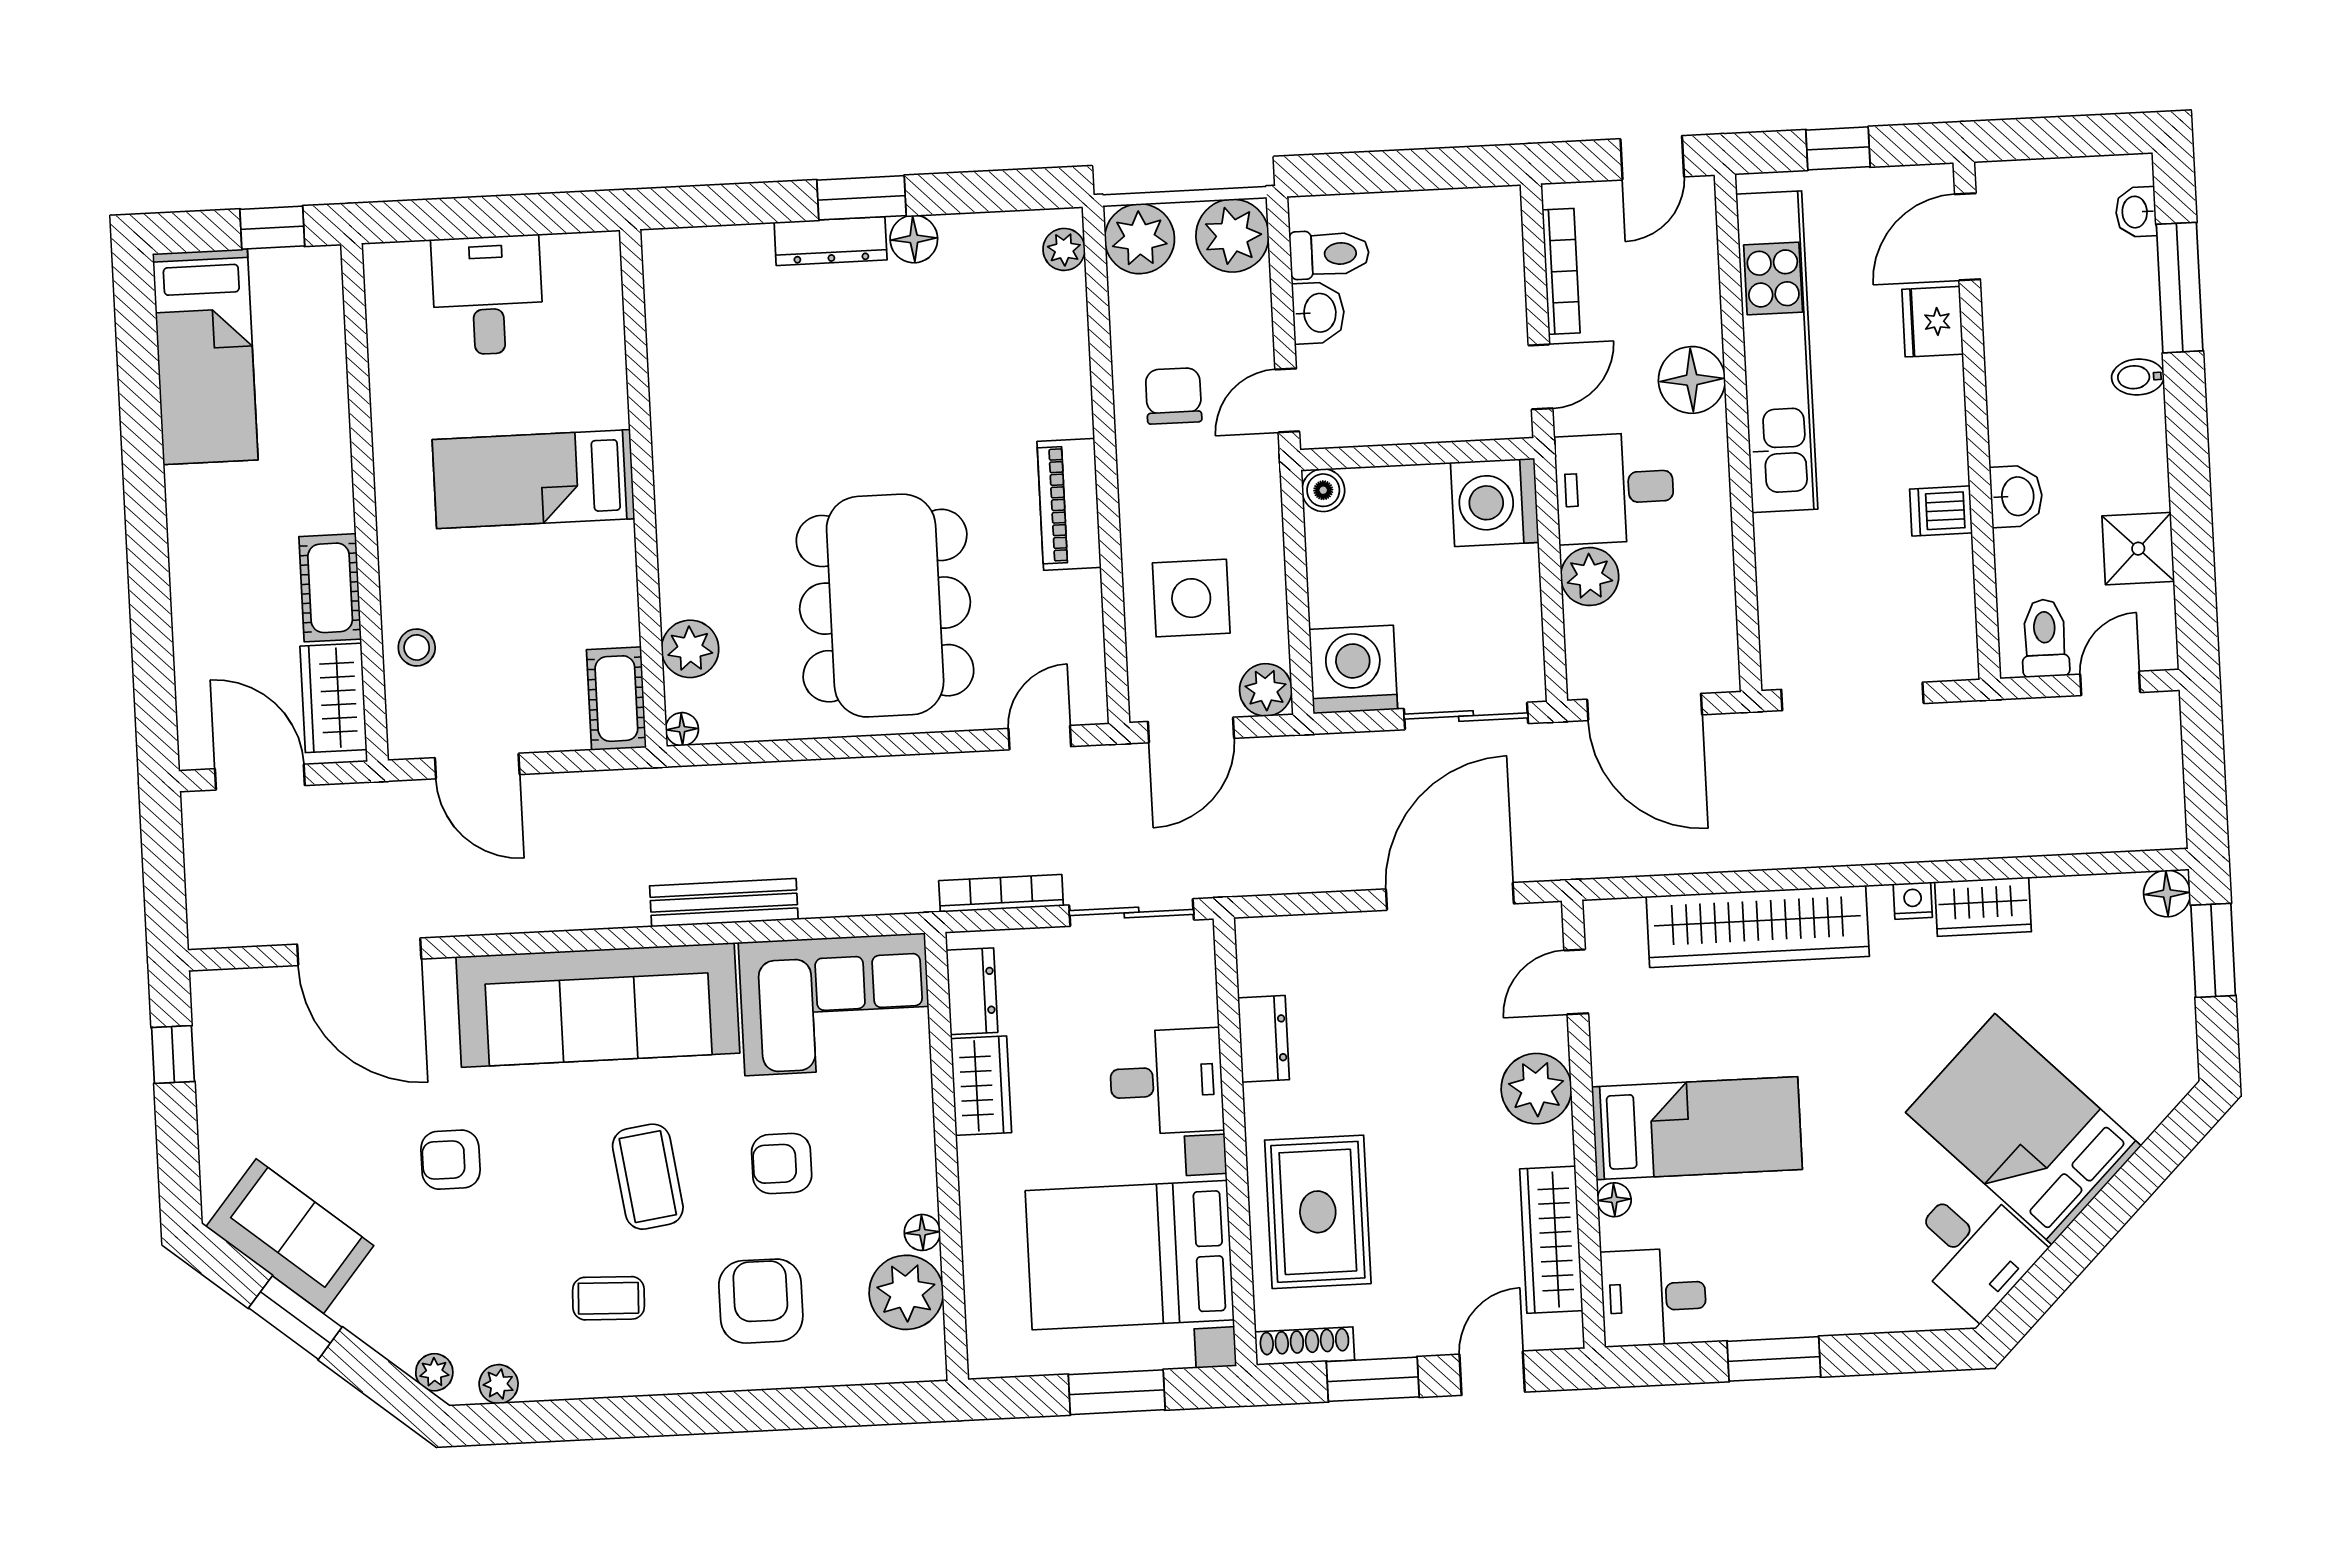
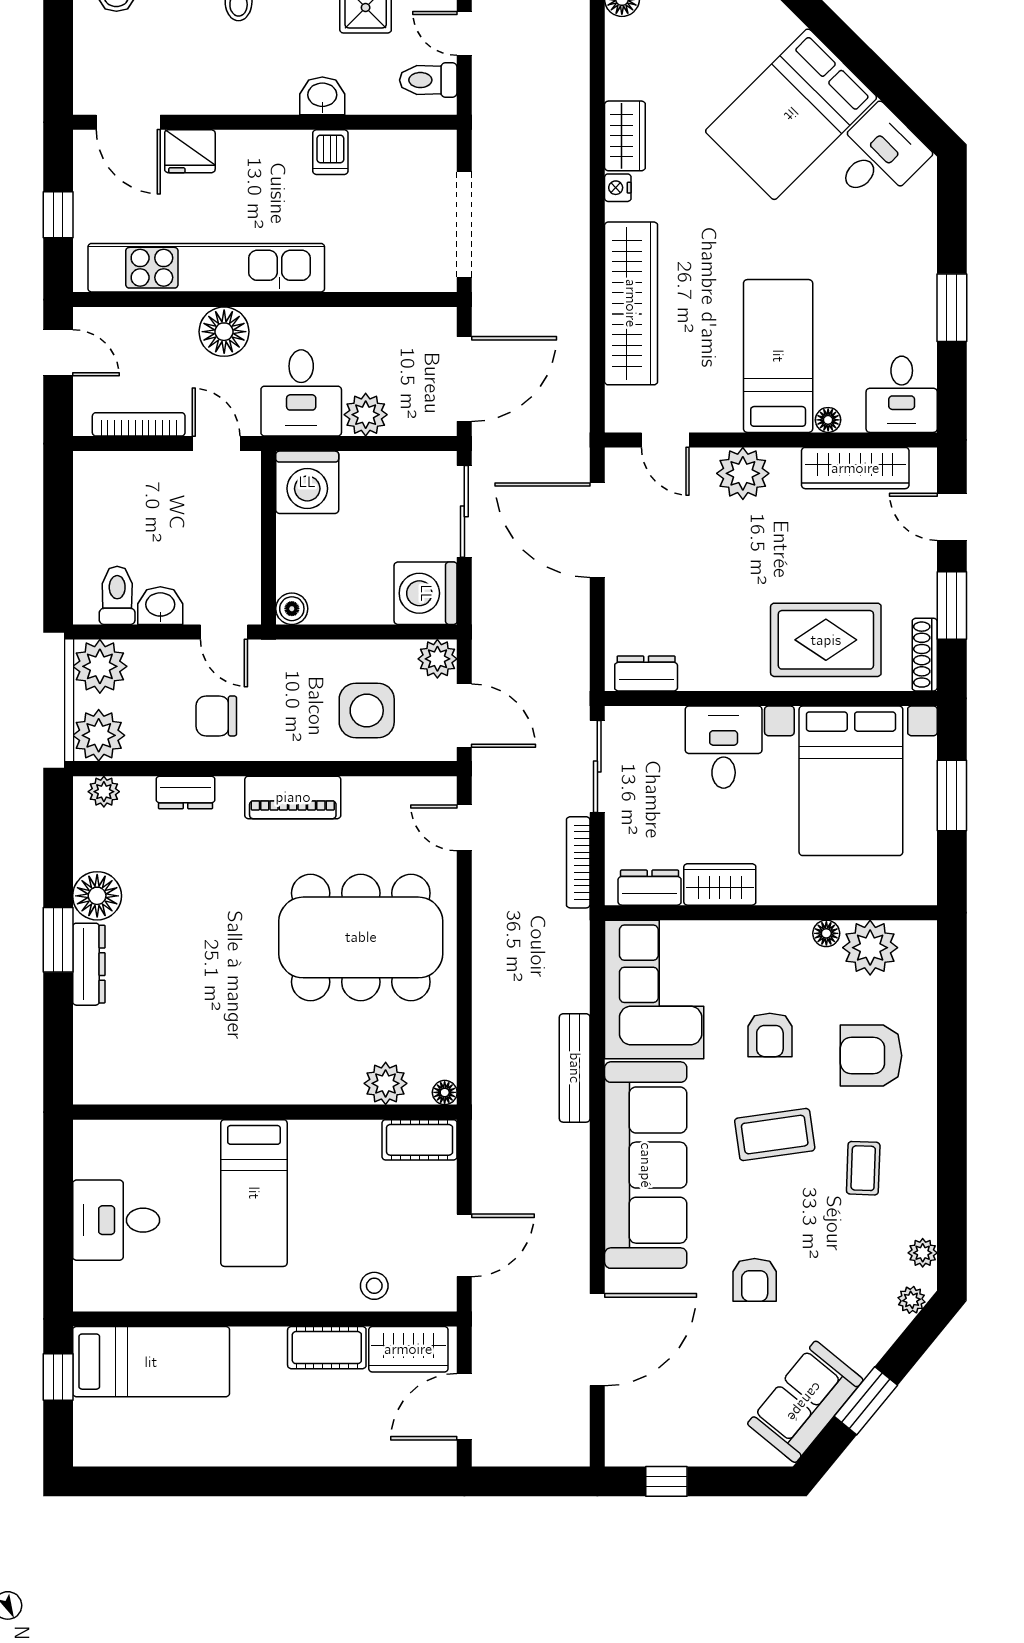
floor lamp: (914, 239) -> (97, 896), width x1.38, depth x1.38
bed: (205, 357) -> (151, 1362), moved
dresser: (1068, 360) -> (186, 792), added
dresser: (1264, 1039) -> (646, 673), moved

